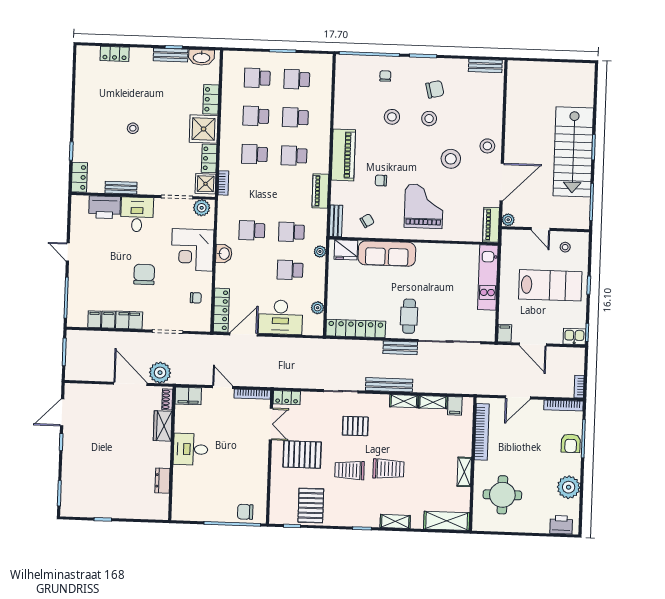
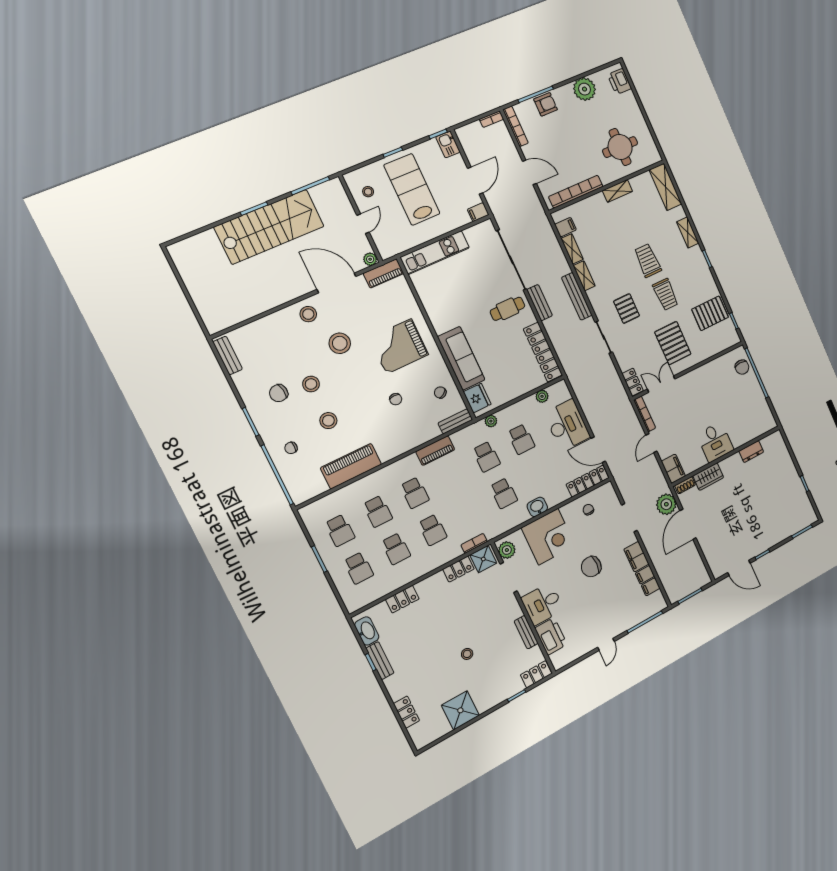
chair: (435, 89) -> (279, 393), turned -85
shower: (204, 129) -> (460, 710), moved
piano: (343, 155) -> (351, 466), moved

